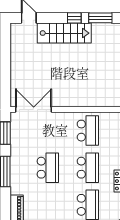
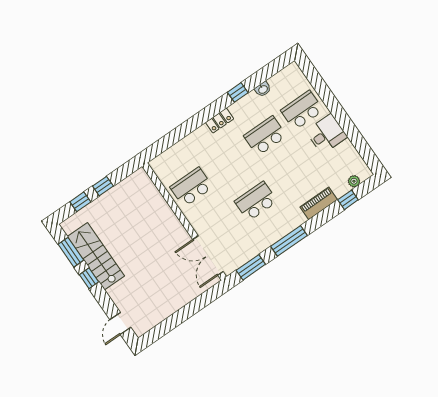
stairs: (64, 33) -> (96, 256), moved
school desk: (88, 168) -> (228, 162), removed

